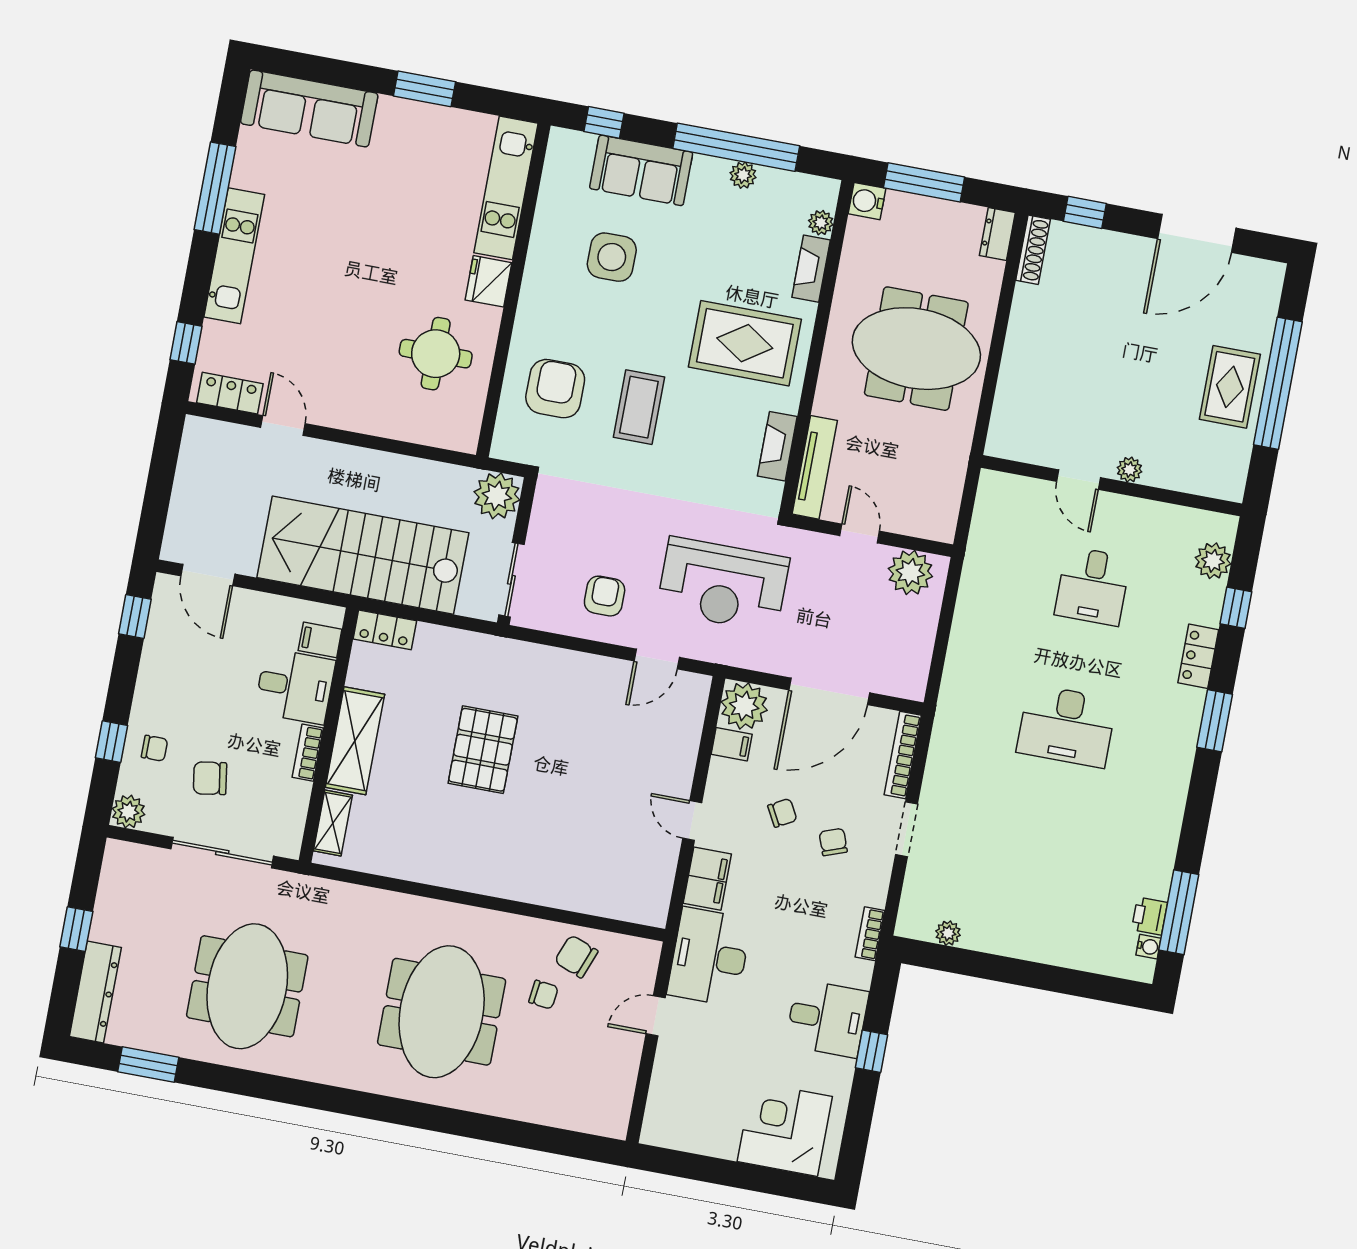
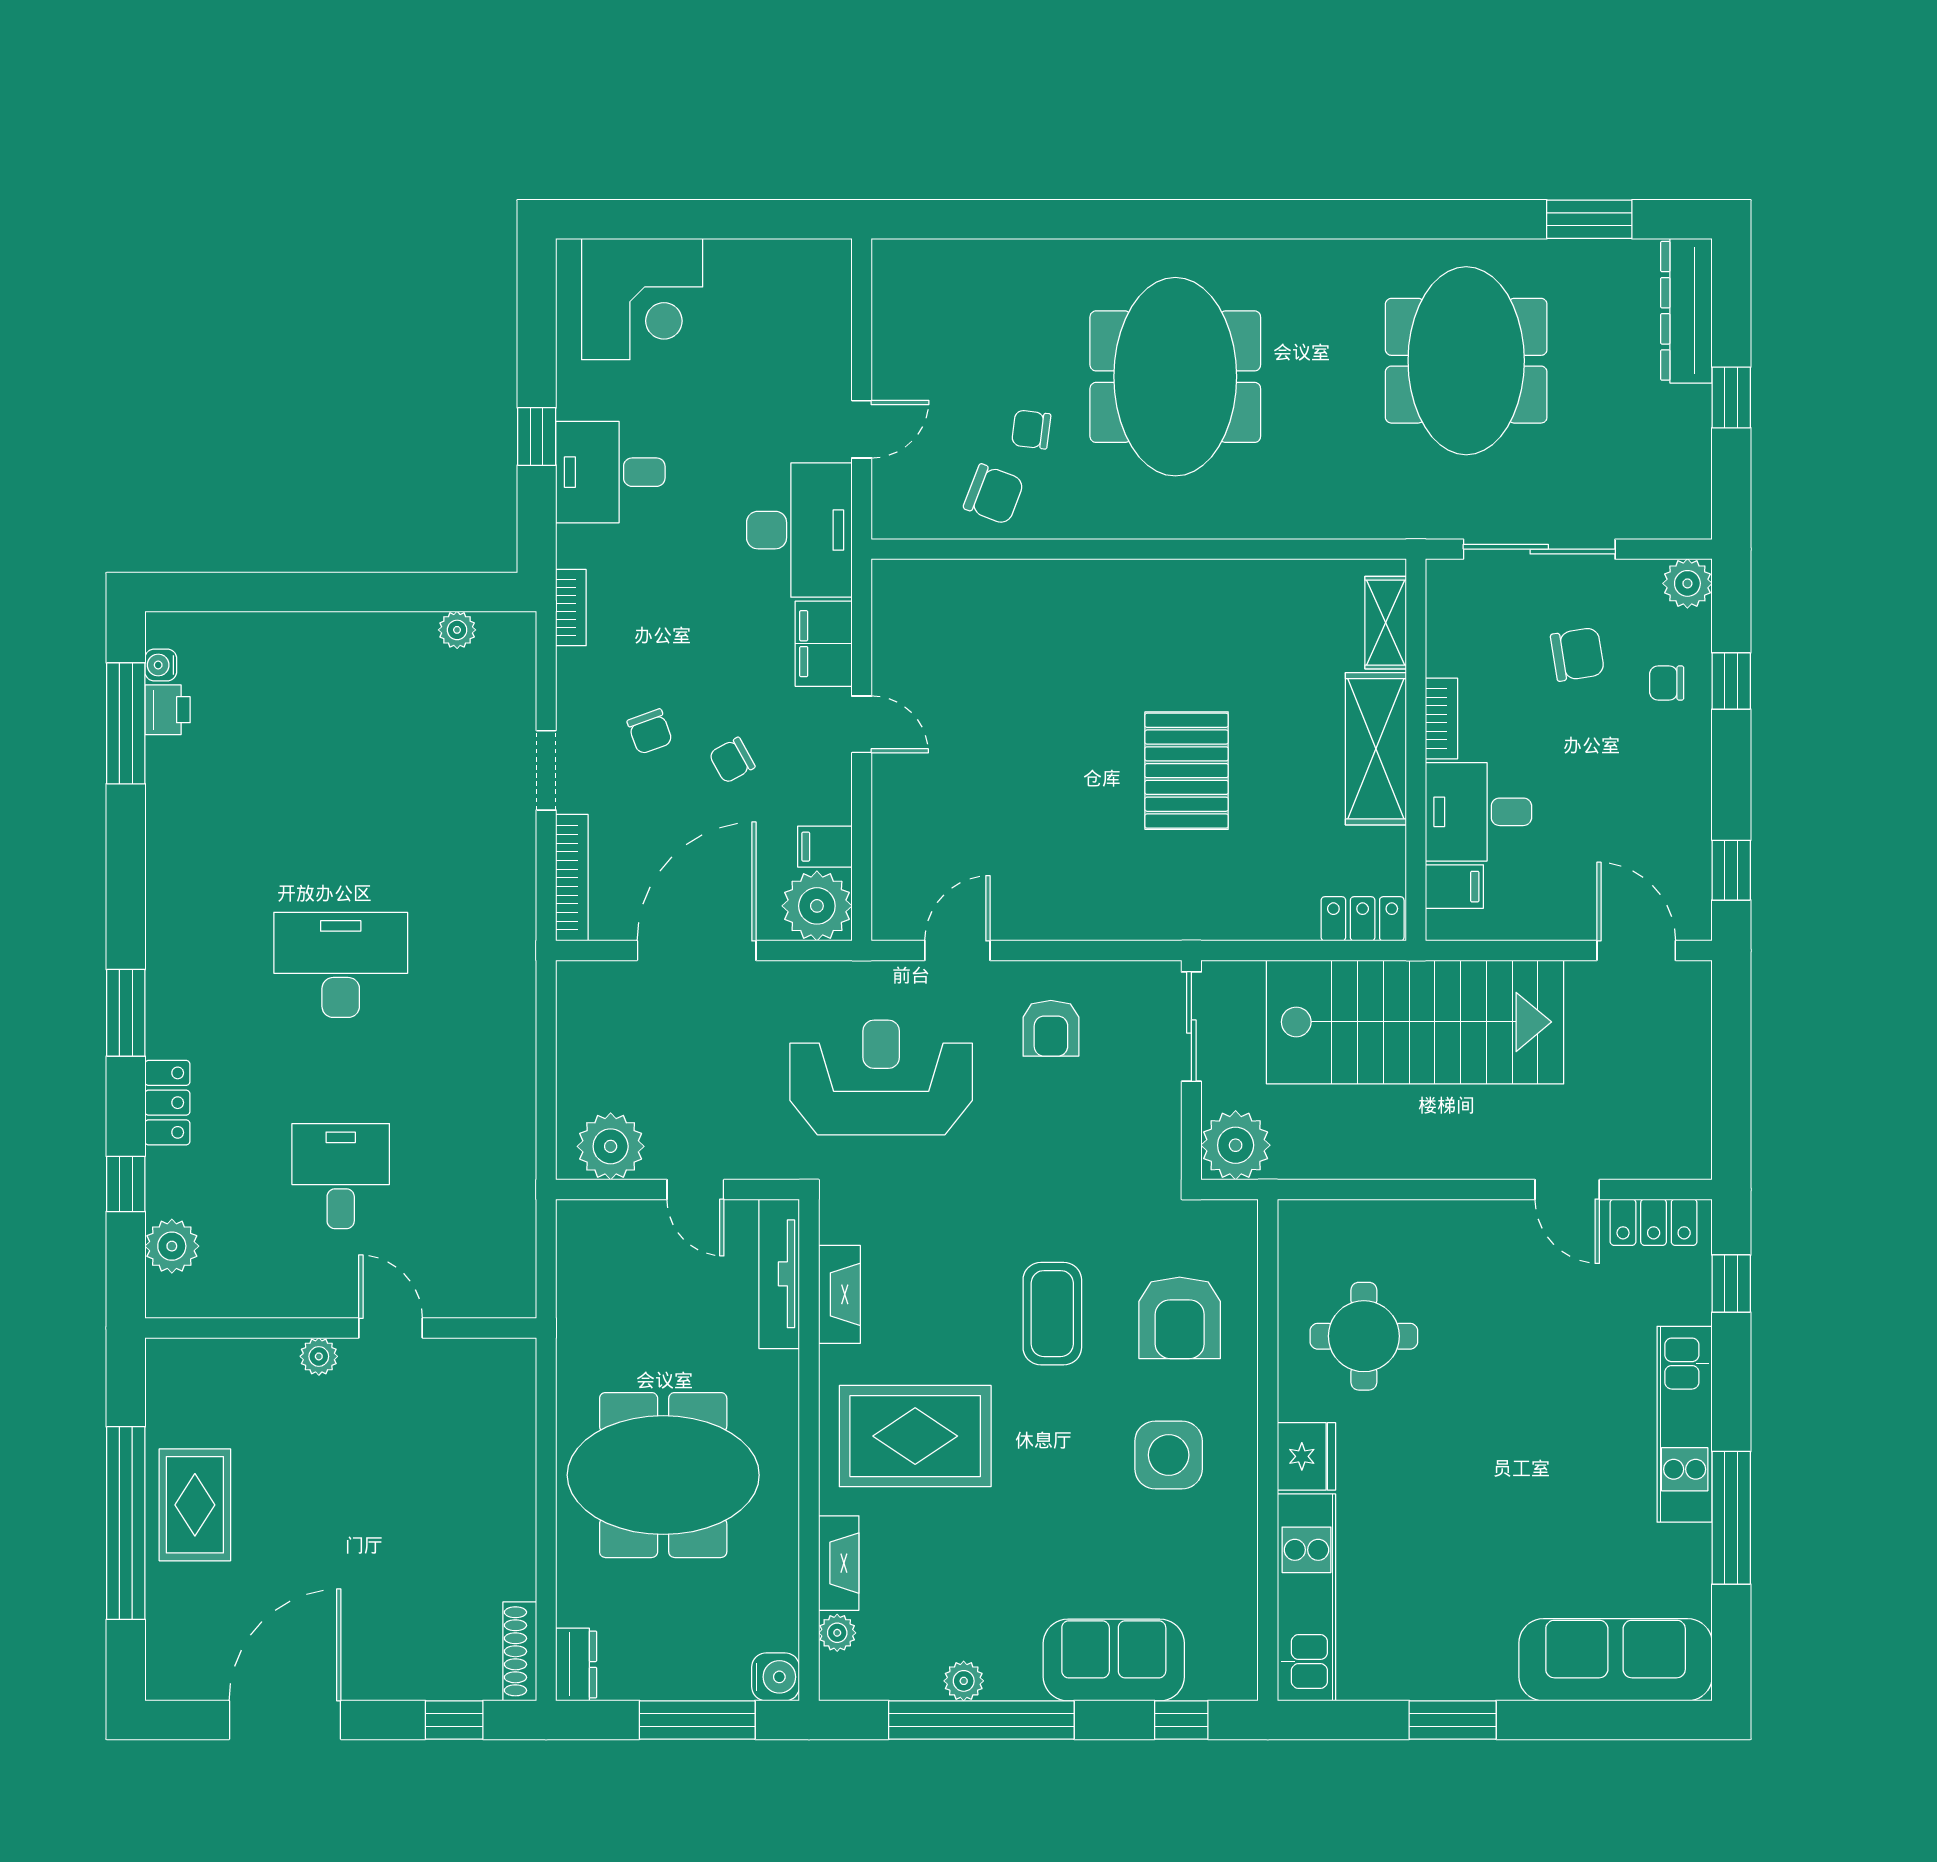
side table: (612, 257) -> (1169, 1455), moved

